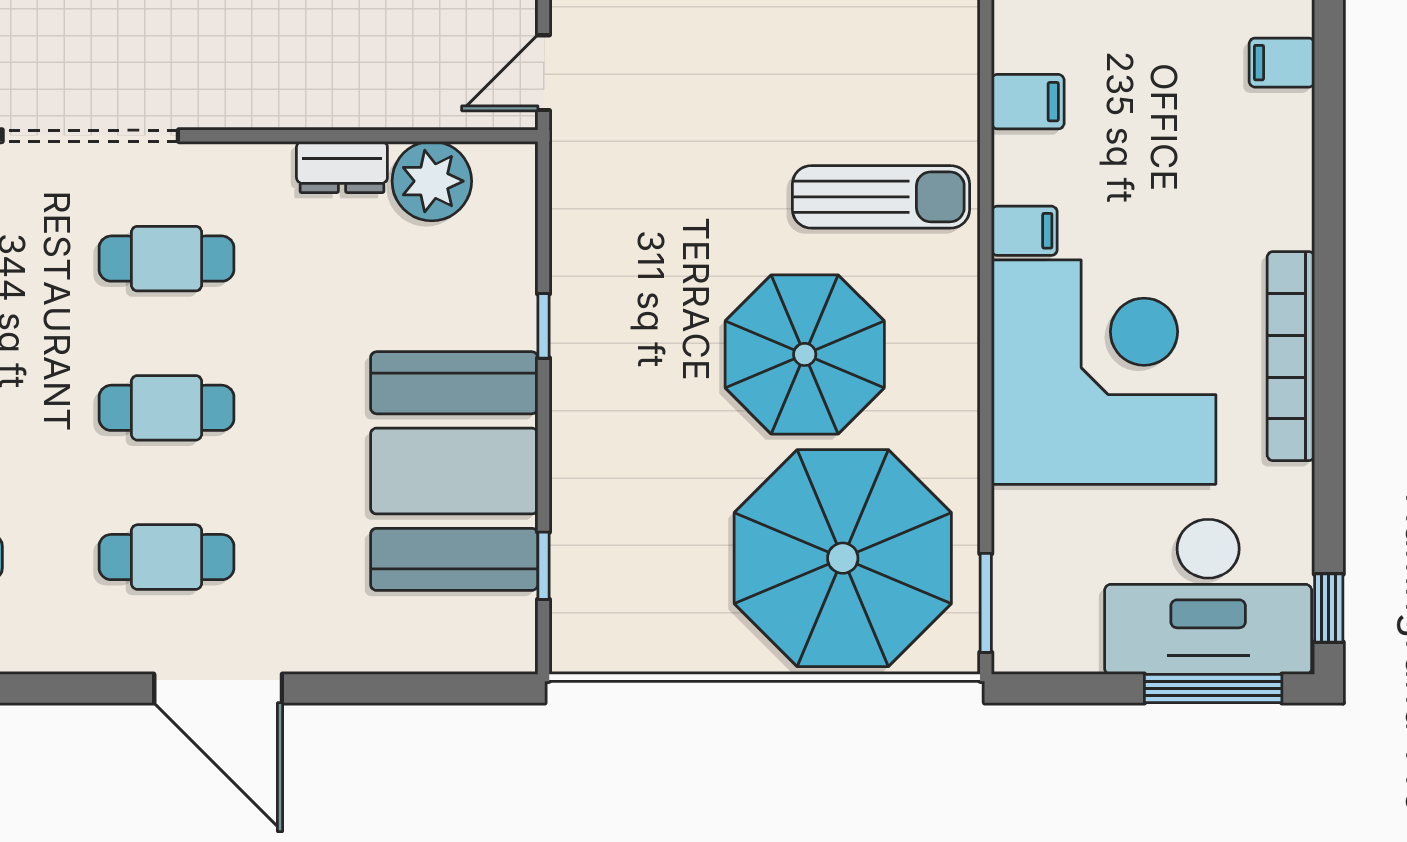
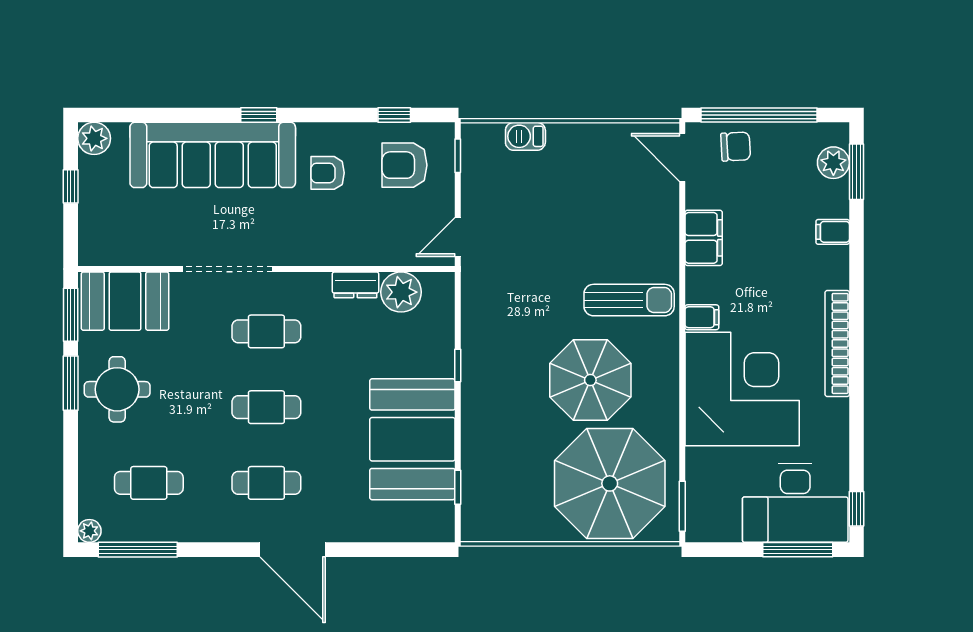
filing cabinet: (1028, 102) -> (704, 238), width x2.00
bookcase: (1291, 356) -> (837, 343), moved

